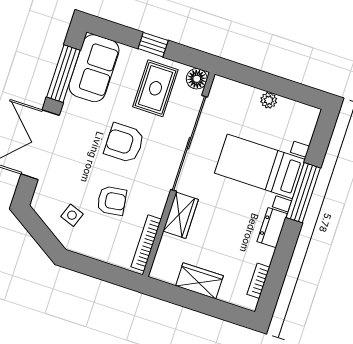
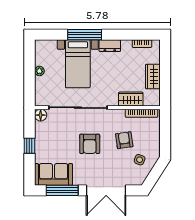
rug: (155, 88) -> (53, 136), removed
wardrobe: (181, 215) -> (131, 99), moved

